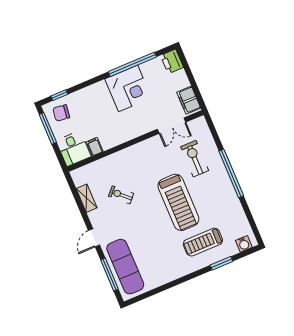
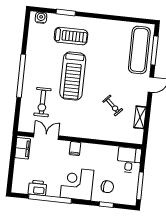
printer: (172, 61) -> (37, 188), moved, turned -90
corner desk: (128, 88) -> (77, 184), moved
window: (59, 95) -> (106, 205), moved
chair: (61, 113) -> (107, 187), moved
filing cabinet: (95, 147) -> (75, 149), moved
treadmill: (178, 202) -> (73, 76), turned 180

